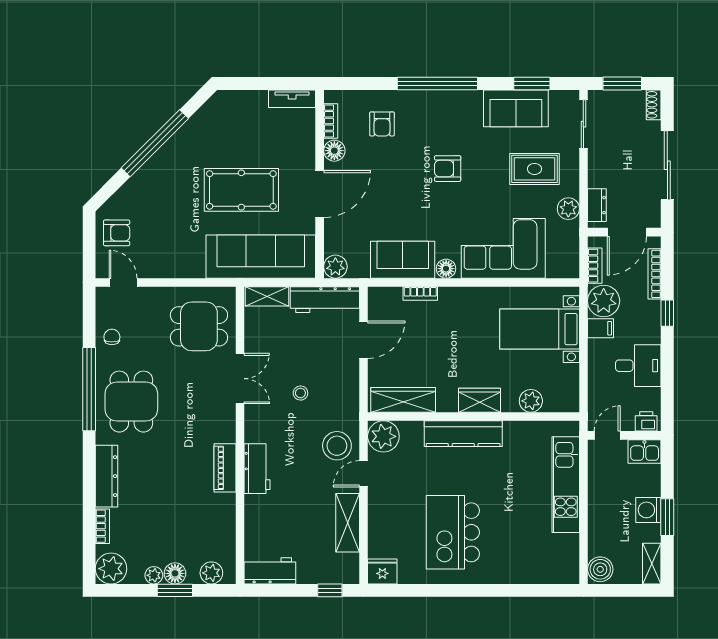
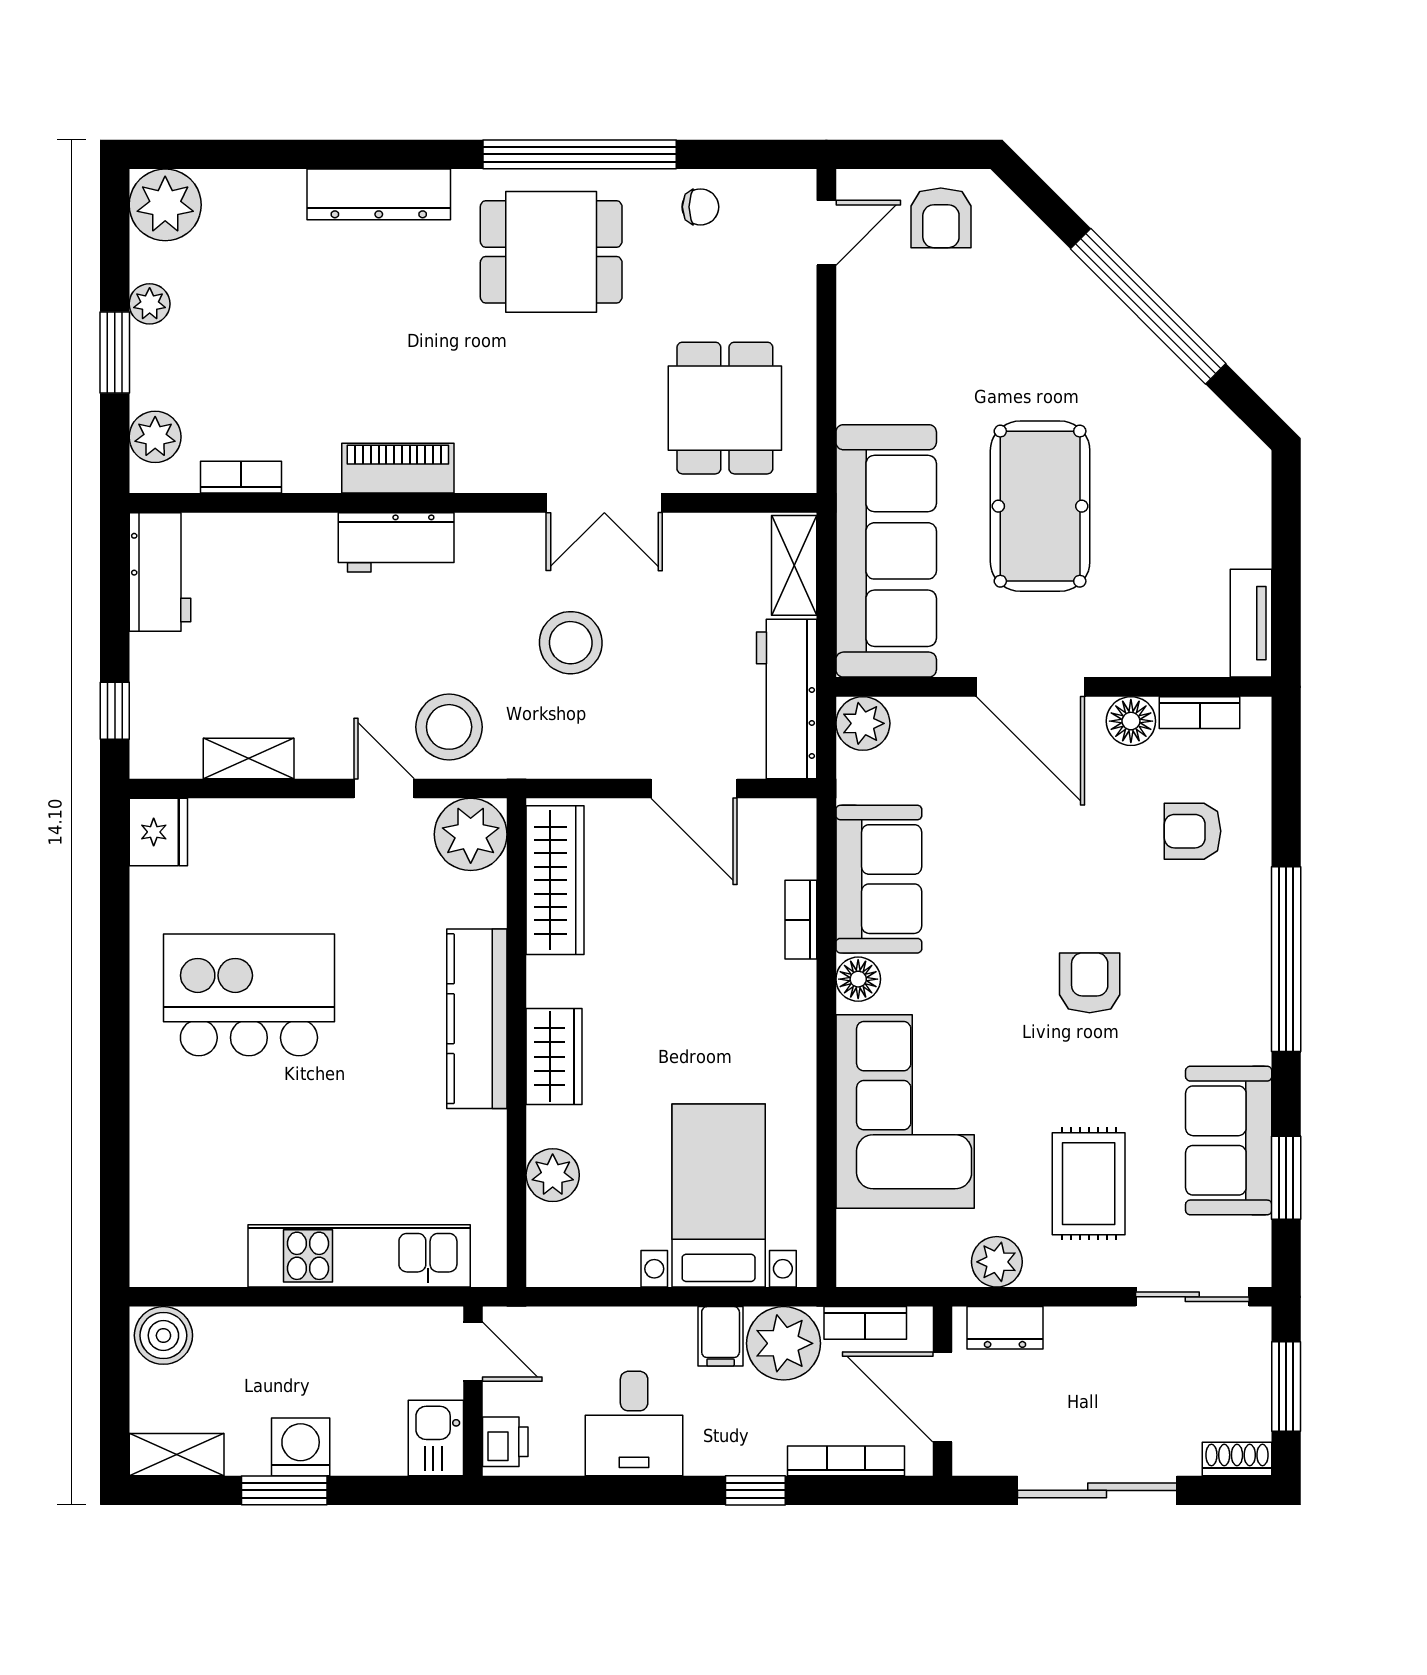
stool: (300, 393) -> (571, 643), width x1.89, depth x1.89
shelving: (348, 523) -> (249, 758), width x0.67, depth x0.75
bookcase: (102, 526) -> (241, 477), moved, turned 180
floor lamp: (175, 573) -> (154, 353), removed

